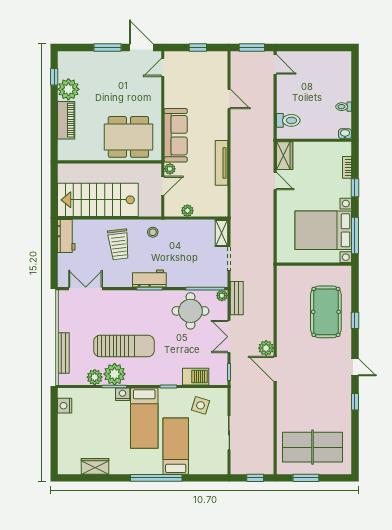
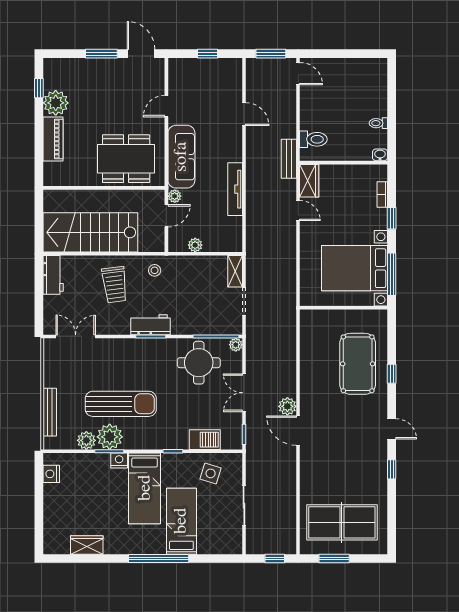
door: (163, 67) -> (166, 106), moved
bench: (237, 298) -> (289, 159), moved

